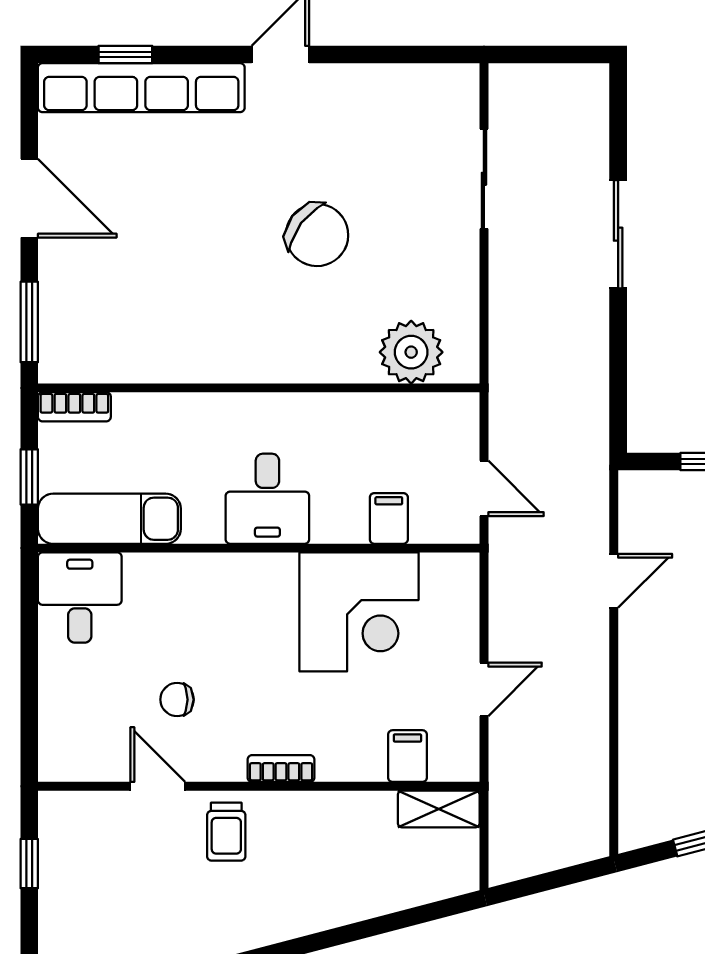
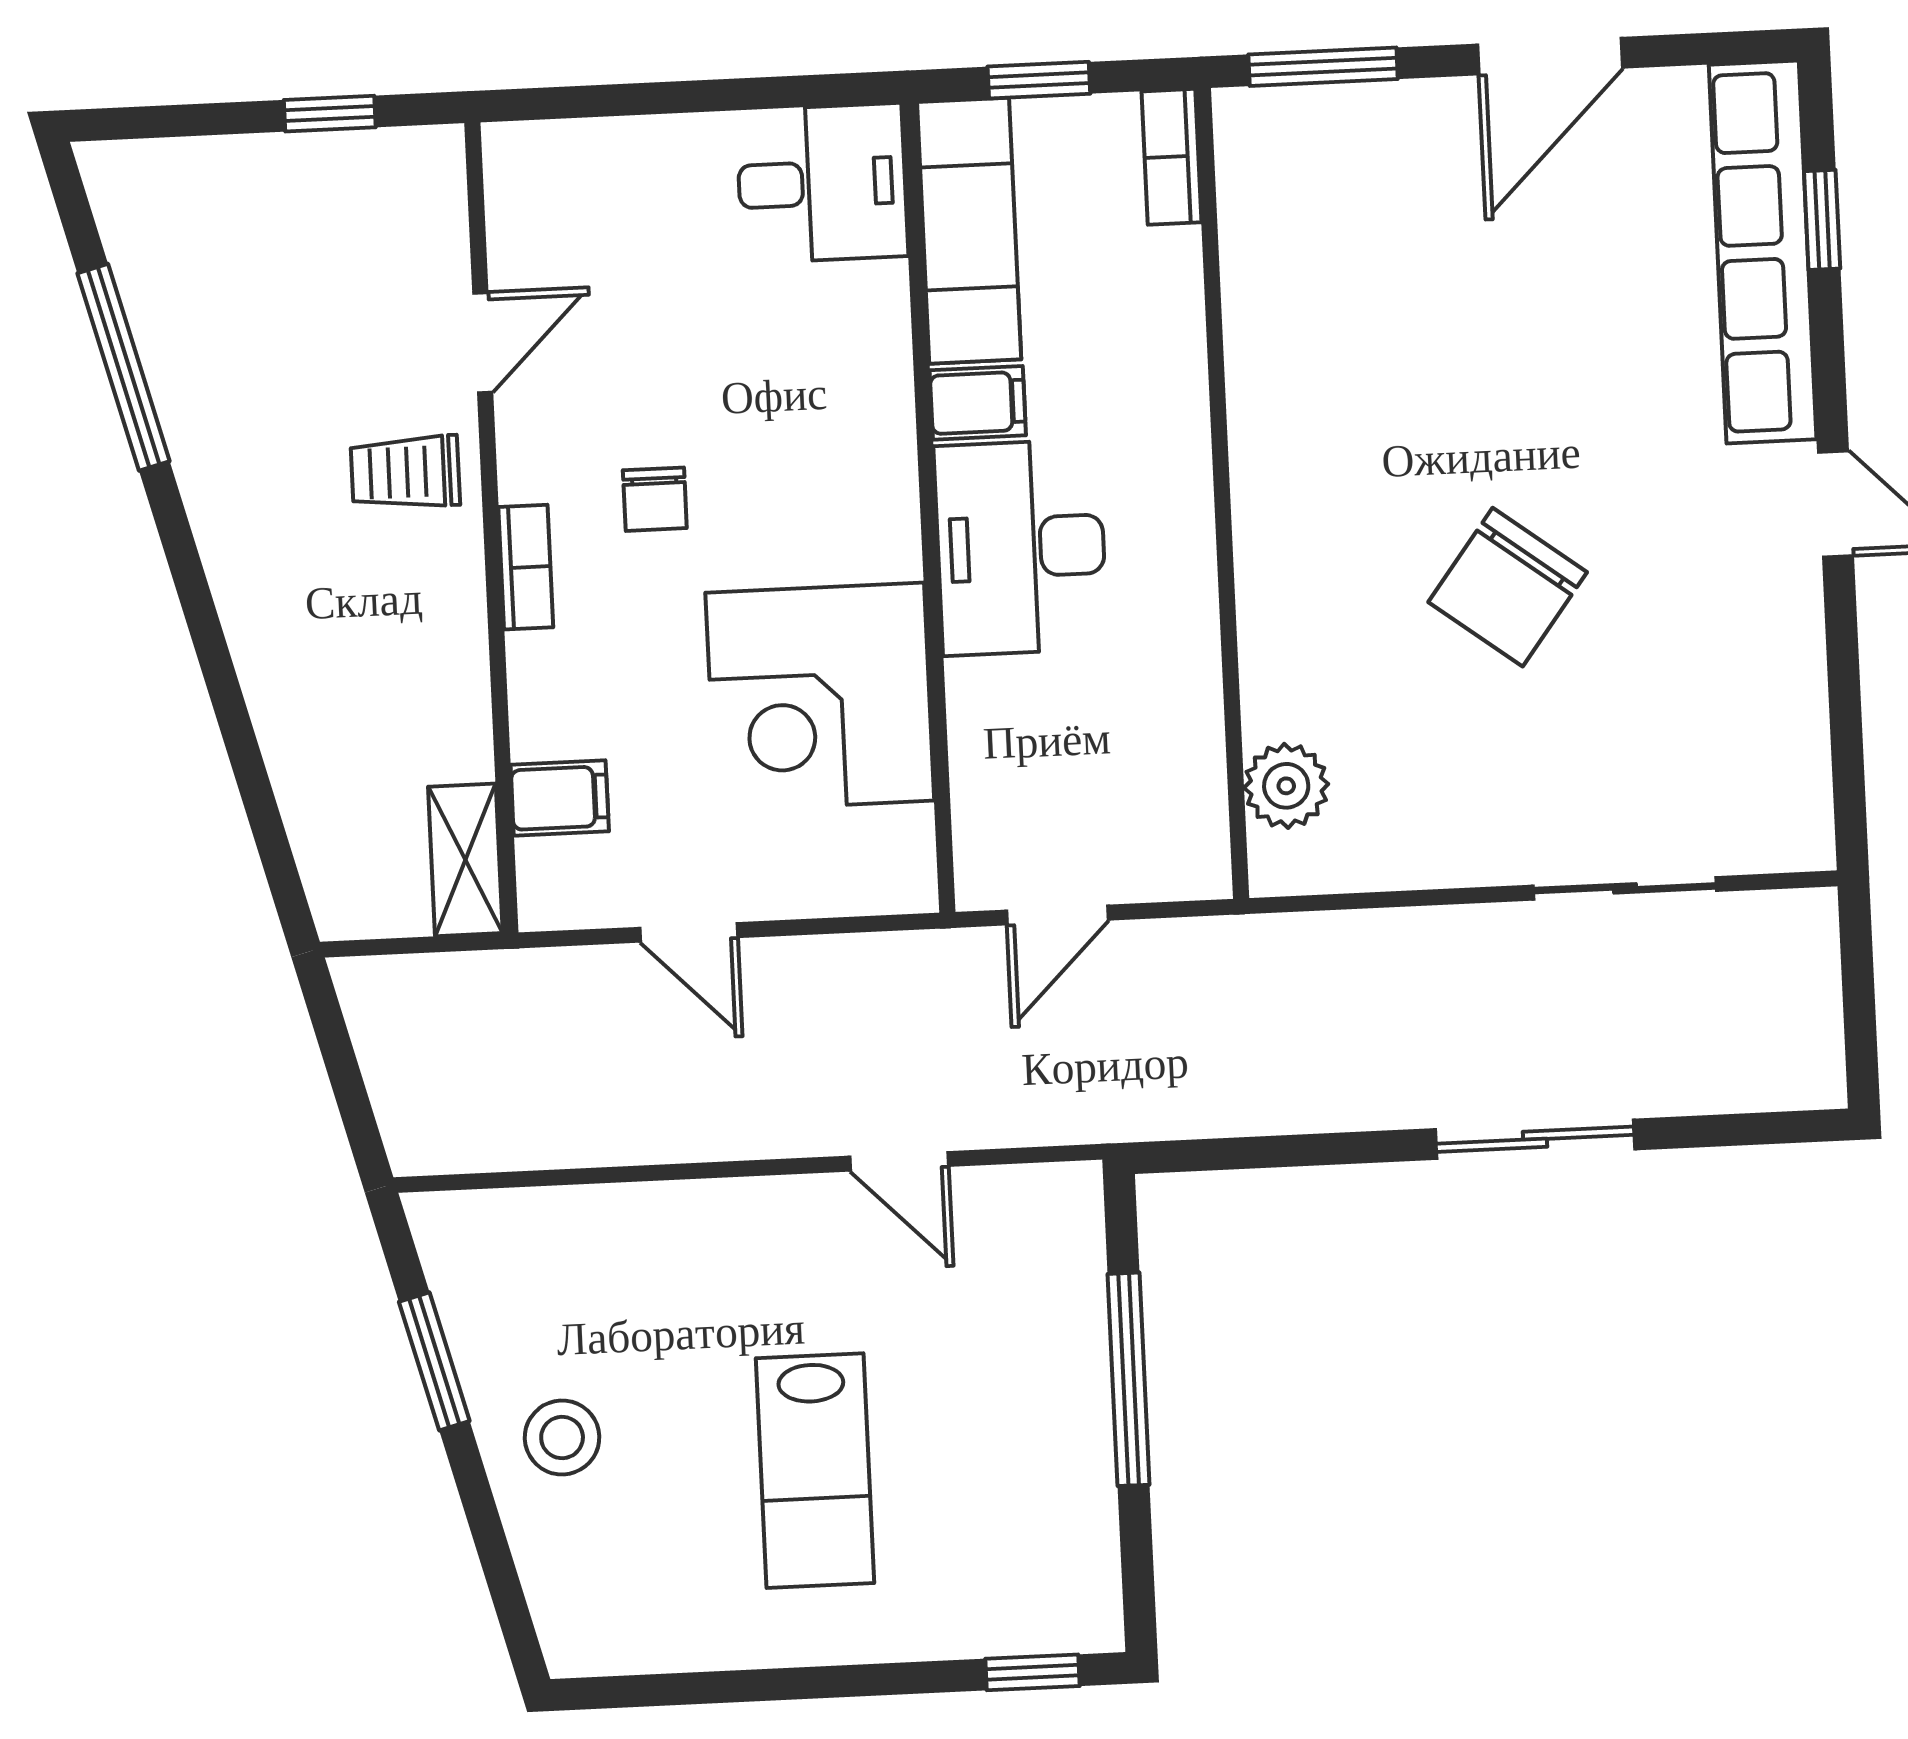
plant: (411, 352) -> (1286, 786), width x0.73, depth x0.73
desk: (267, 499) -> (1021, 547), width x1.37
filing cabinet: (389, 518) -> (978, 403), moved
chair: (177, 700) -> (655, 499), moved, turned 180

